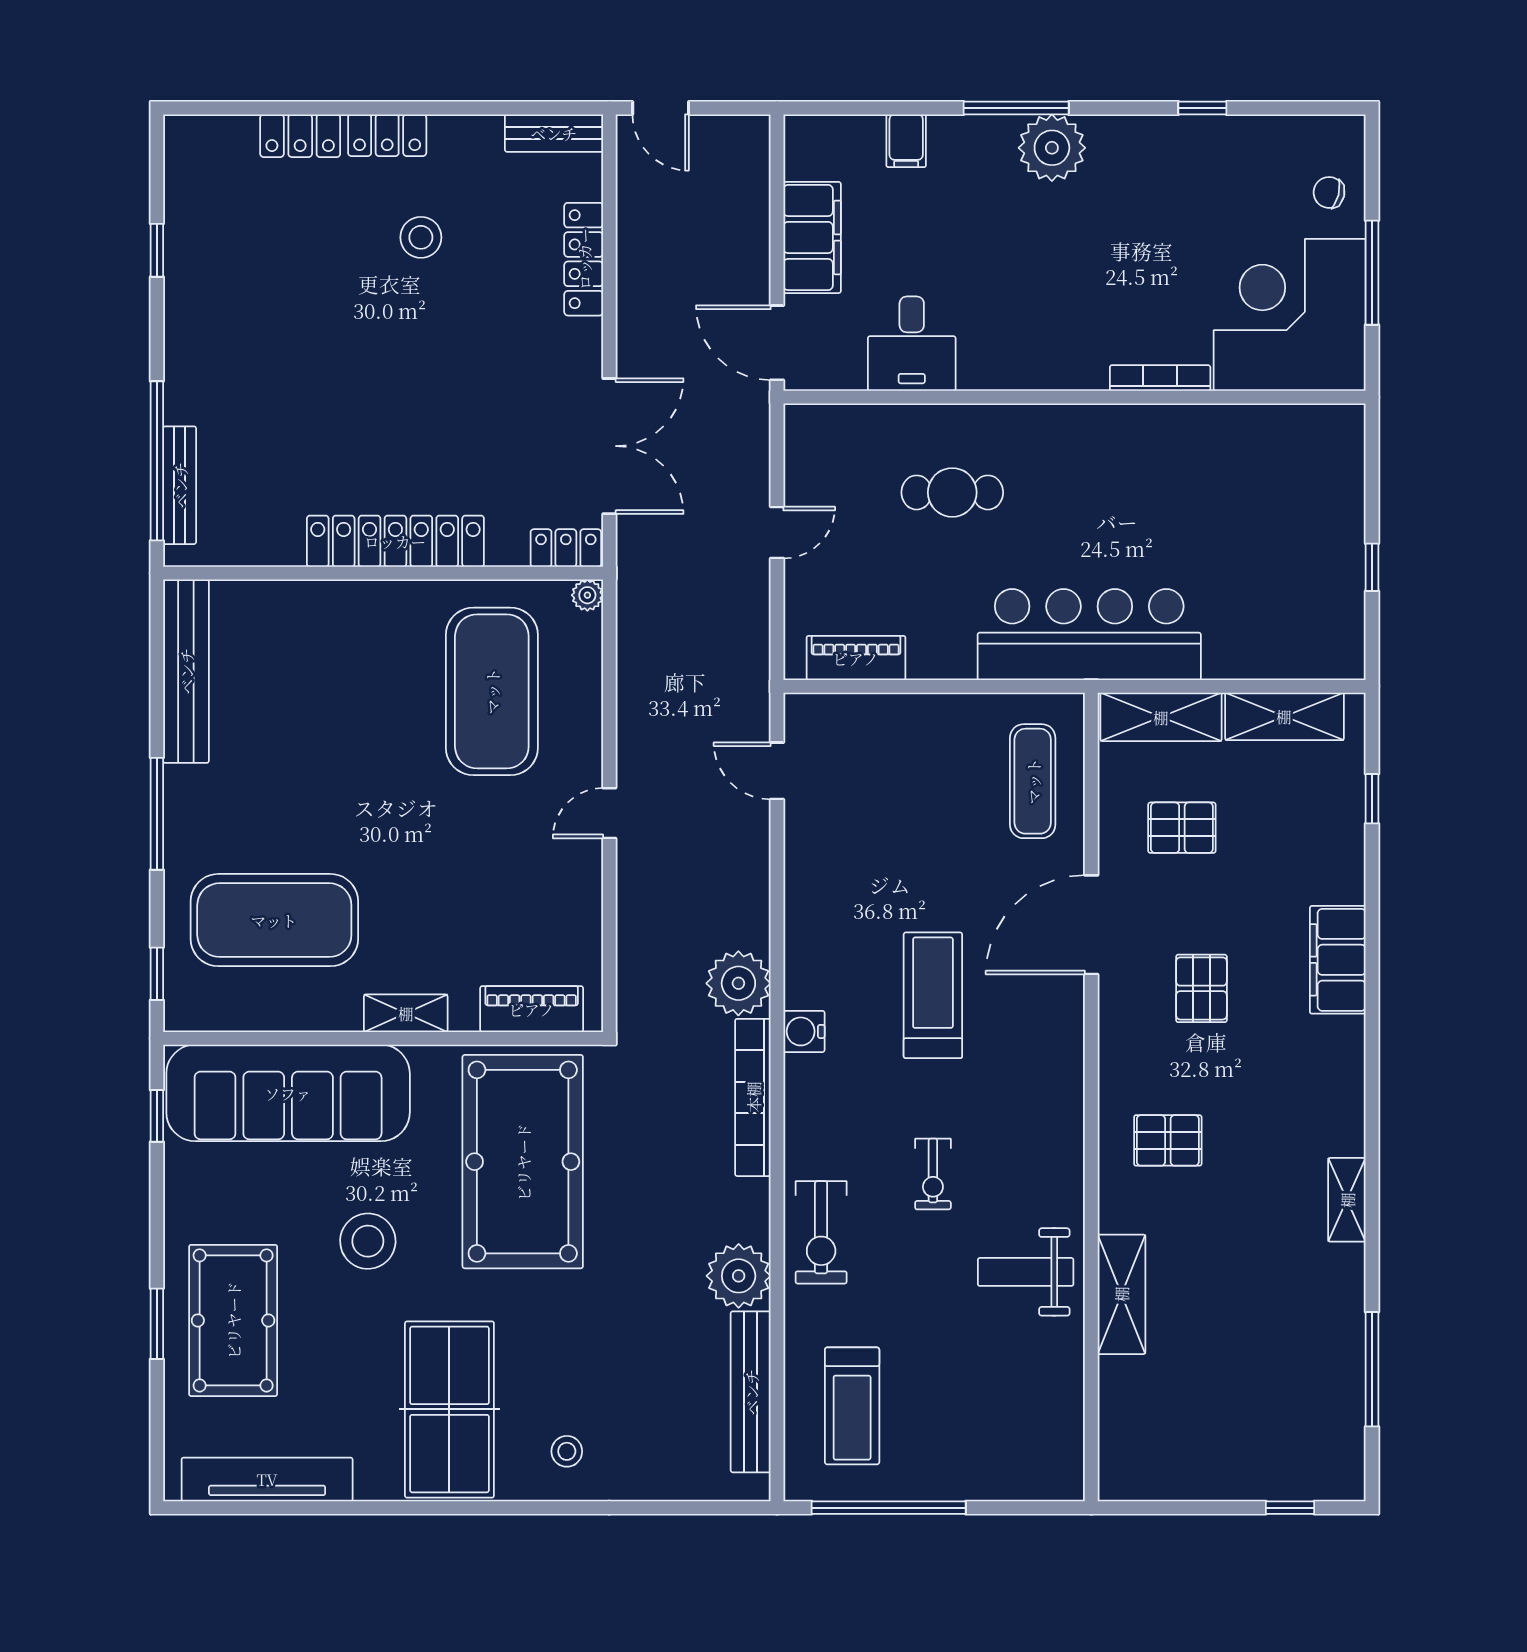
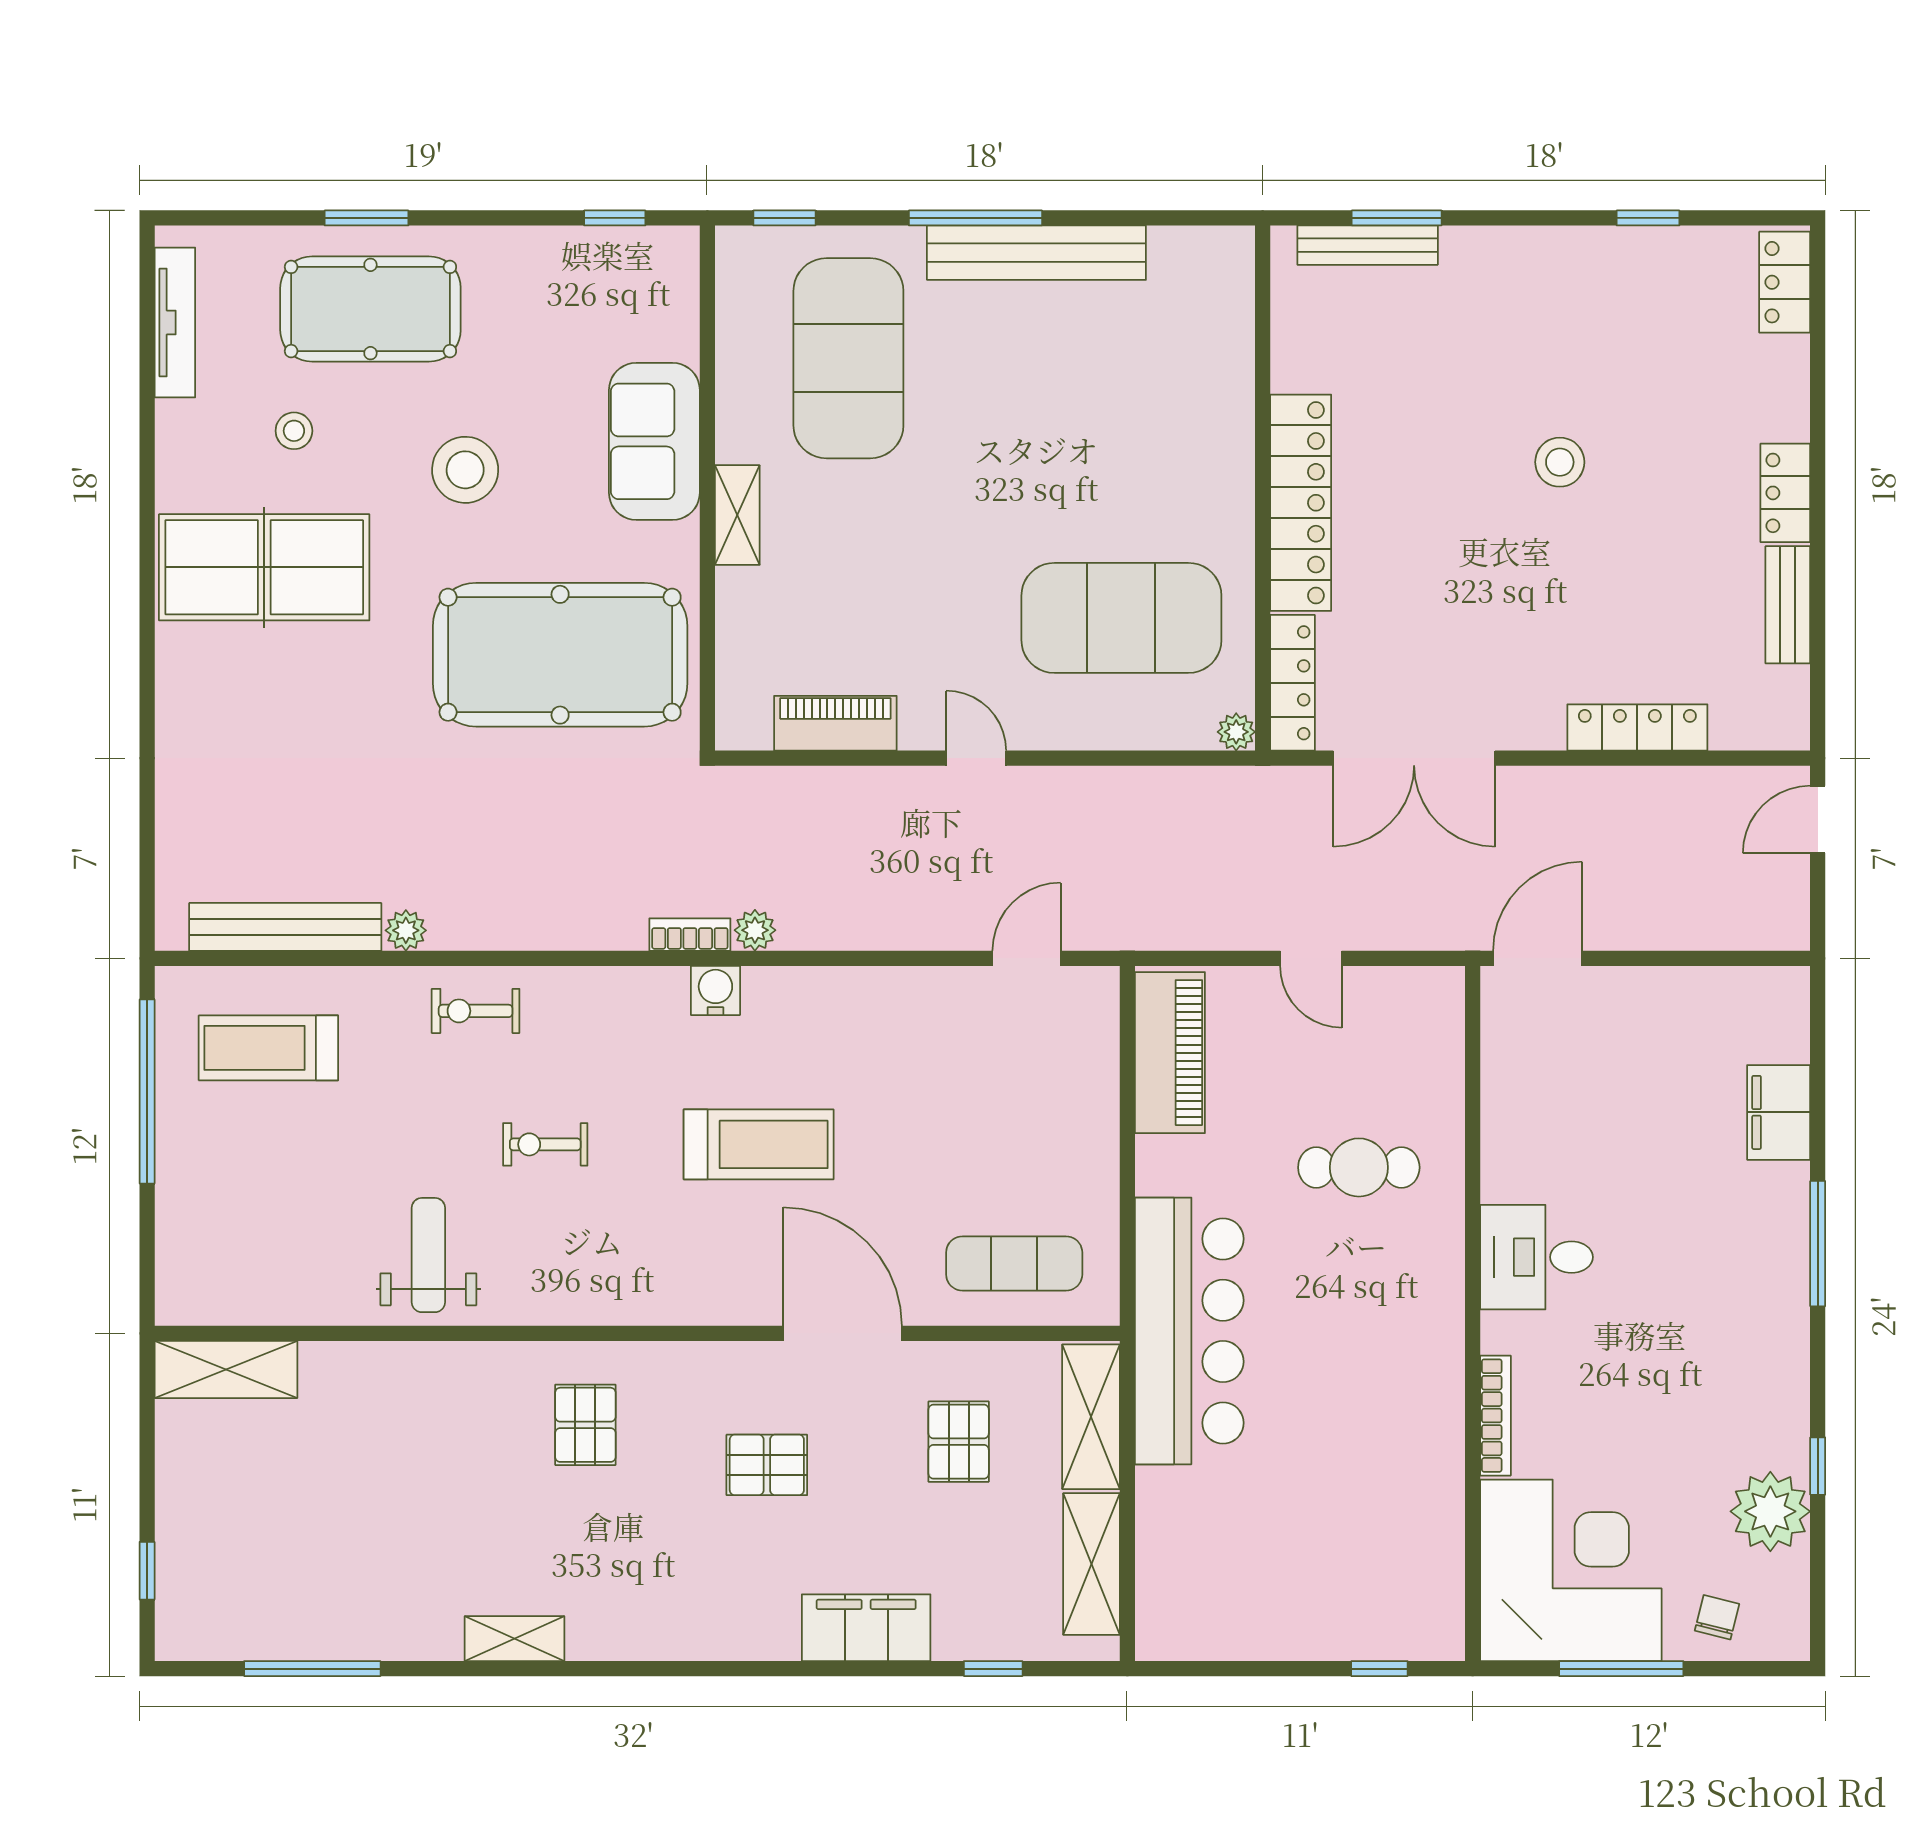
bench: (554, 133) -> (1788, 605), moved
locker: (300, 136) -> (1785, 282), moved
filing cabinet: (906, 141) -> (1779, 1112), width x2.00
plant: (1052, 148) -> (1770, 1511), moved
stool: (421, 237) -> (1560, 462), moved
filing cabinet: (812, 237) -> (1663, 1000), removed
desk: (912, 344) -> (1536, 1257), moved
window: (157, 461) -> (1397, 218), width x0.47
cafe table: (952, 492) -> (1359, 1167), turned 90
locker: (566, 548) -> (1292, 683), width x1.53
window: (1372, 567) -> (1379, 1669), moved
piano: (856, 658) -> (1170, 1053), width x1.37, depth x1.33
bench: (186, 671) -> (1036, 253), moved
filing cabinet: (1338, 960) -> (866, 1628), moved
plant: (738, 983) -> (755, 930), width x0.53, depth x0.53
piano: (532, 1009) -> (835, 723), moved, turned -90
sofa: (288, 1093) -> (654, 441), width x0.54, depth x0.79
bookcase: (753, 1097) -> (690, 935), width x0.43, depth x0.76
exercise bike: (821, 1232) -> (476, 1011), width x0.73, depth x0.72
plant: (739, 1276) -> (406, 930), width x0.53, depth x0.53
shelving: (1121, 1294) -> (226, 1369), moved
stool: (567, 1451) -> (294, 431), moved
tv unit: (267, 1479) -> (175, 323), width x0.73, depth x0.78

